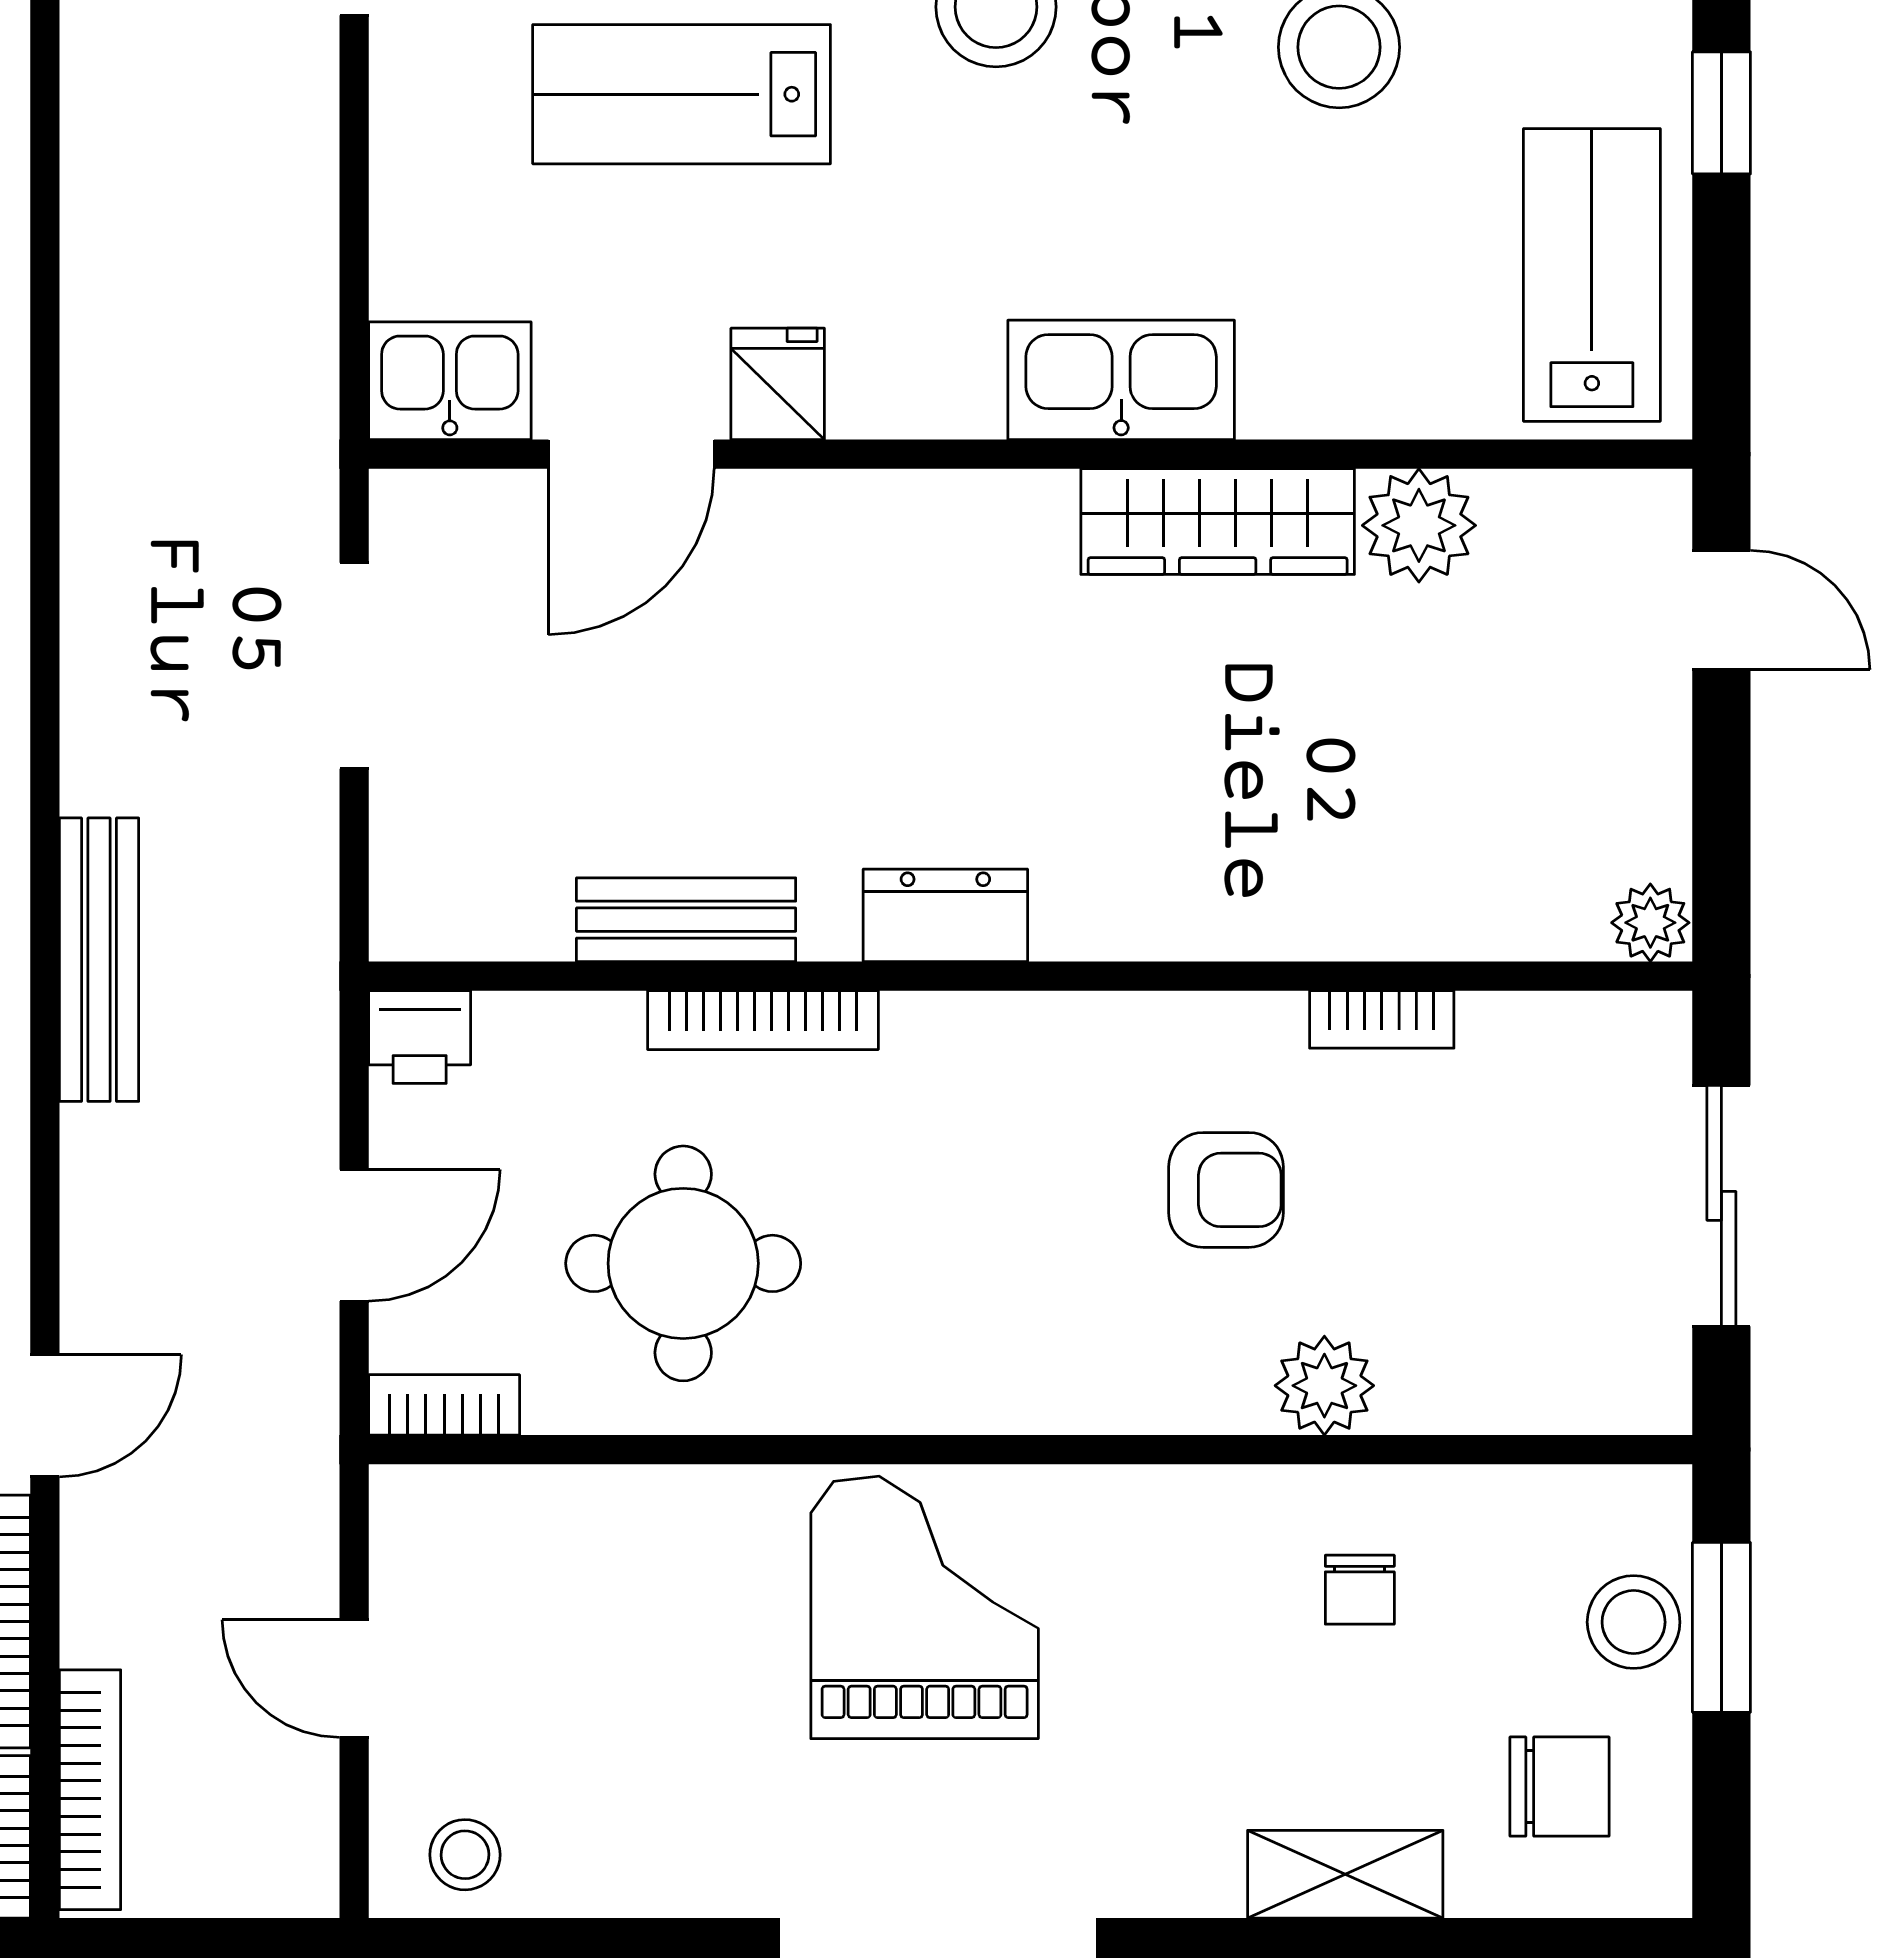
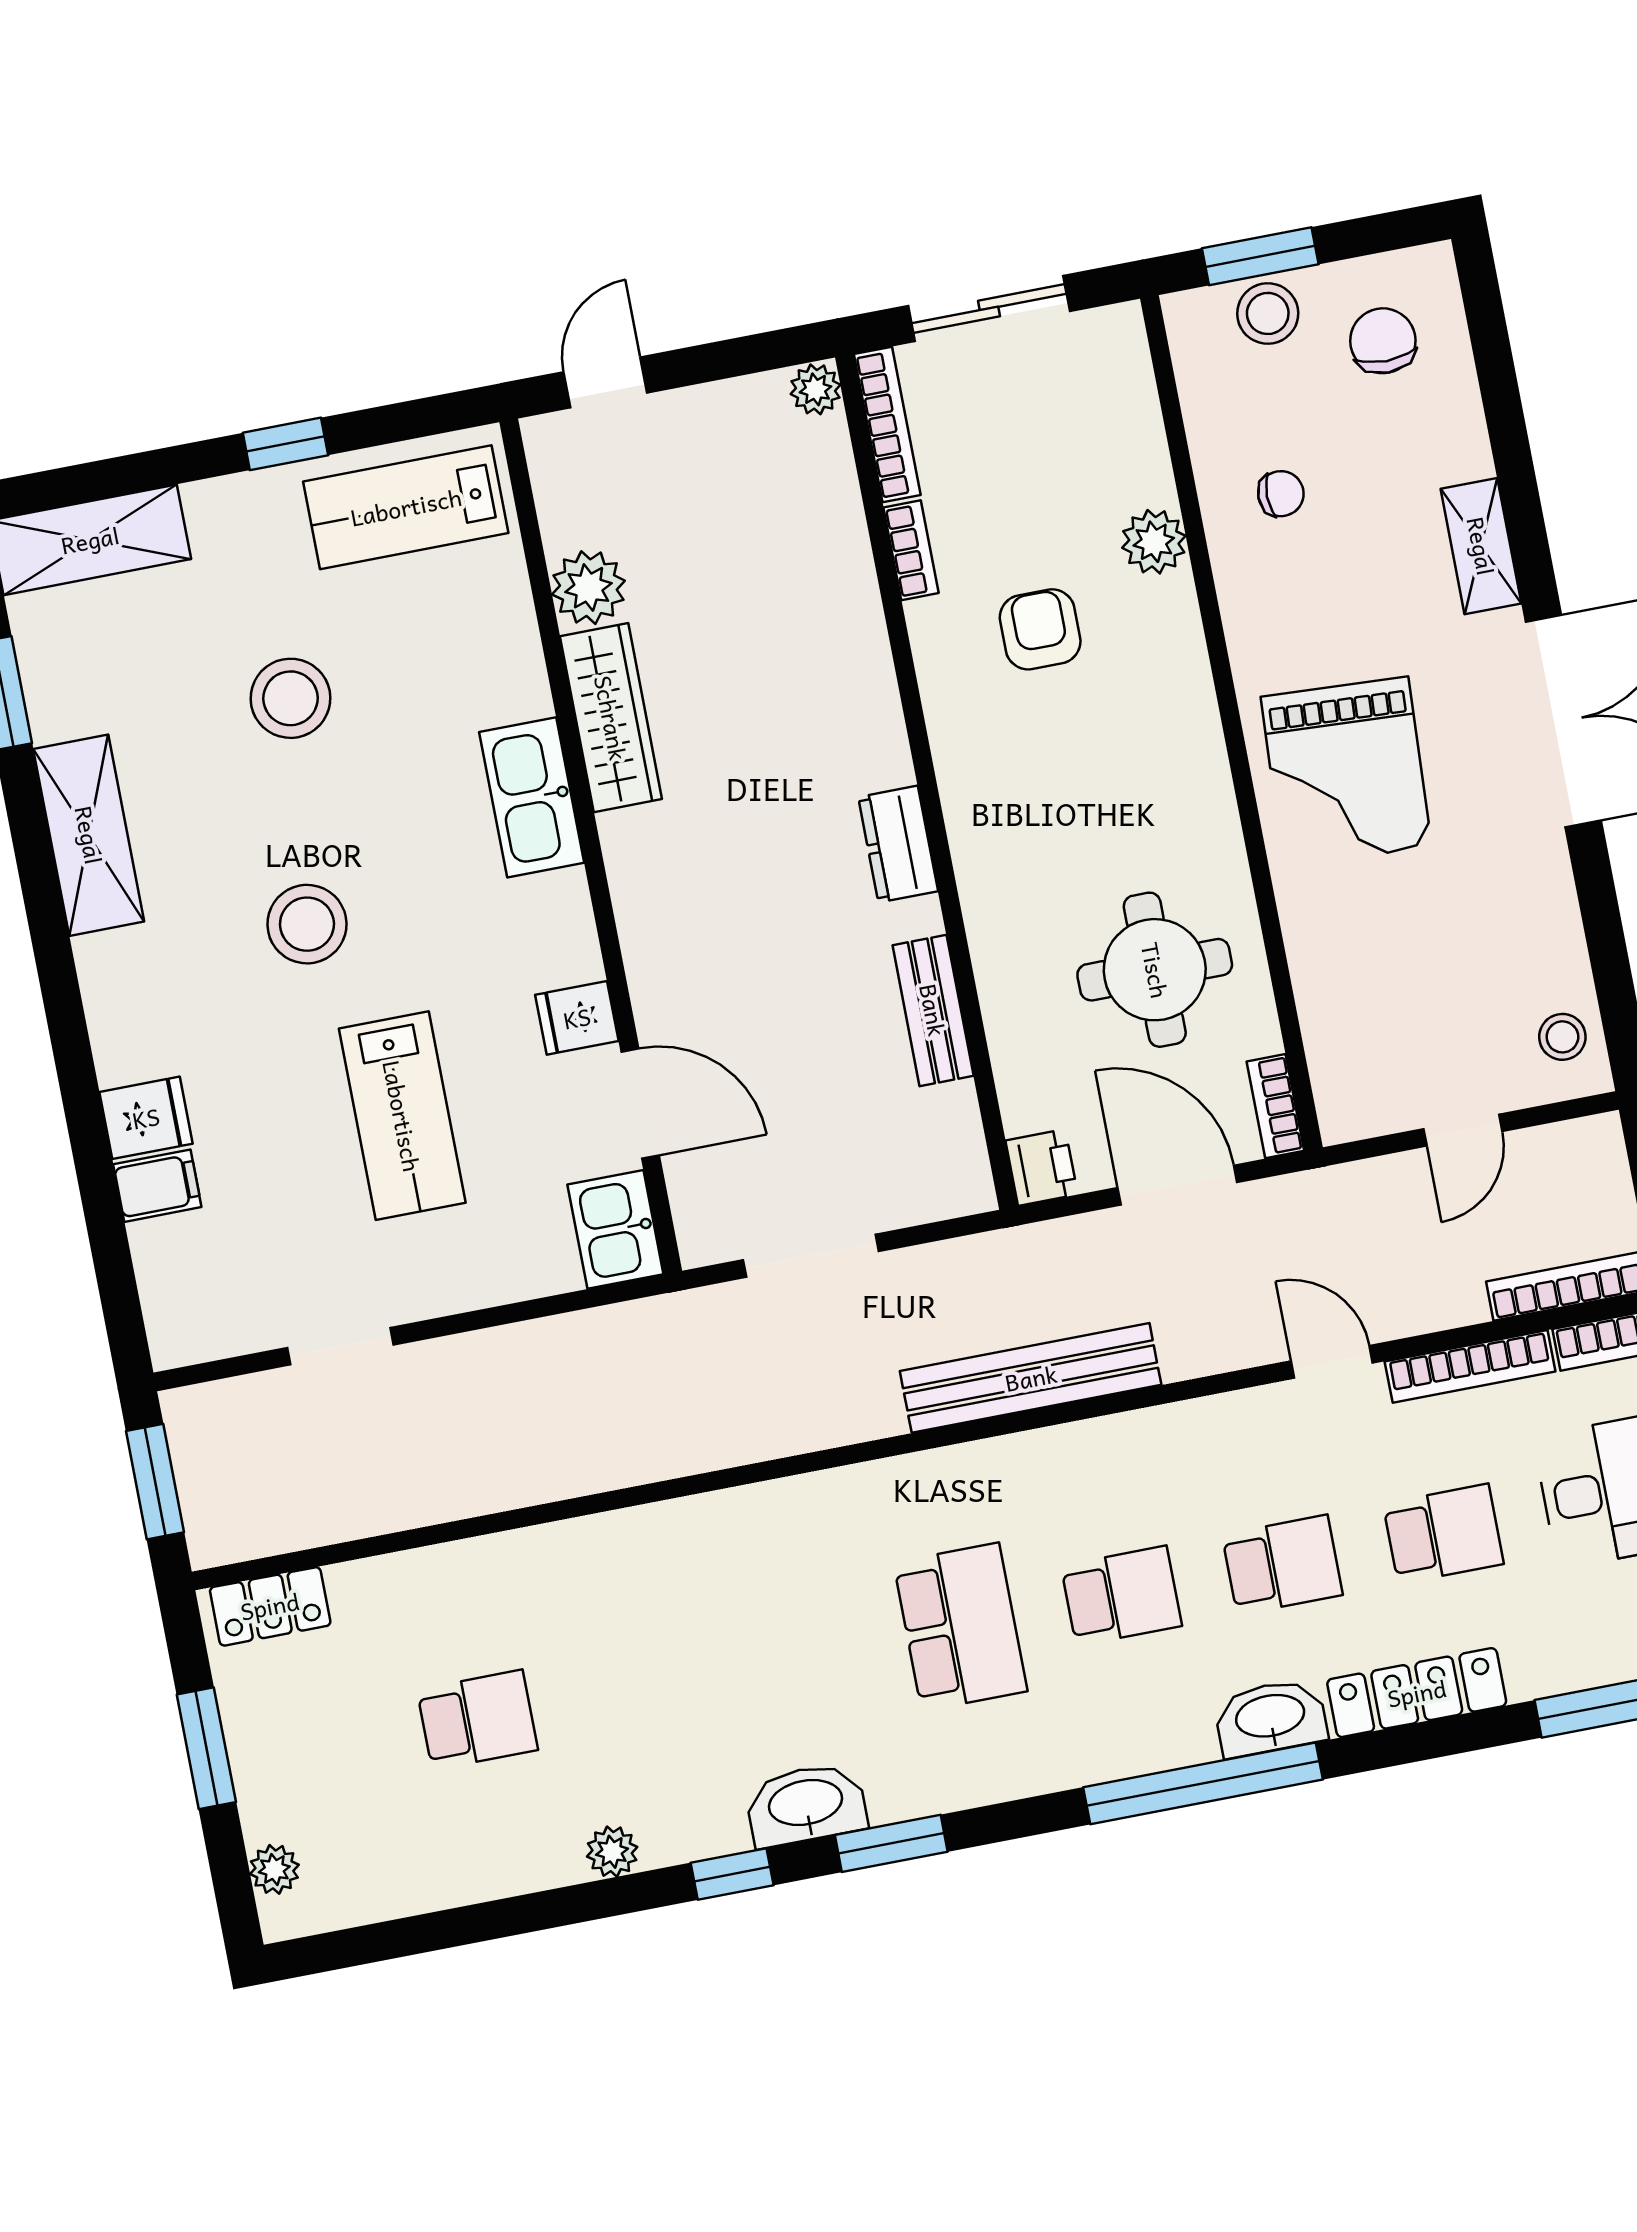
bench: (99, 960) -> (1031, 1378), width x1.37, depth x1.21
bookcase: (763, 1020) -> (887, 424), moved
door: (354, 1235) -> (1177, 1185), width x1.38
grand piano: (925, 1607) -> (1346, 772), turned -87
shelving: (1345, 1874) -> (1481, 546), moved

